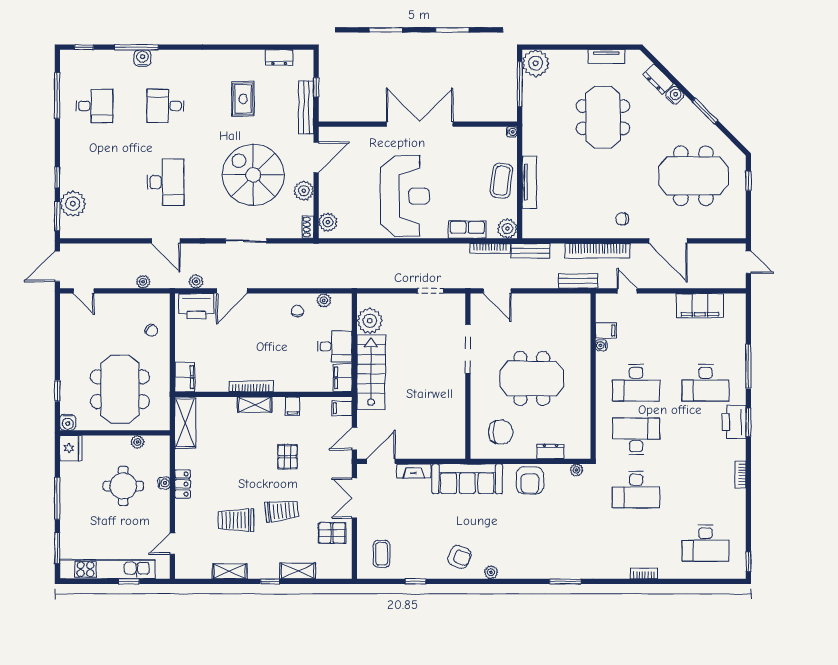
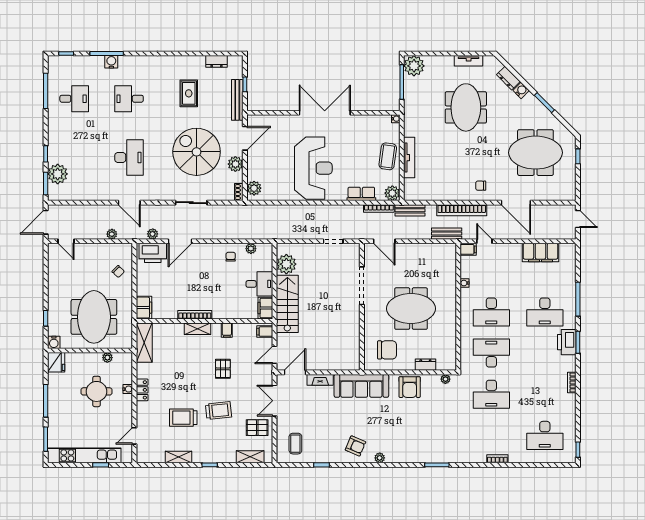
filing cabinet: (606, 331) -> (468, 249), moved
shelving: (298, 571) -> (250, 457), moved

